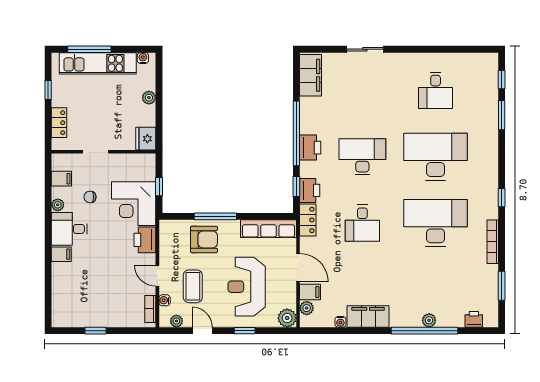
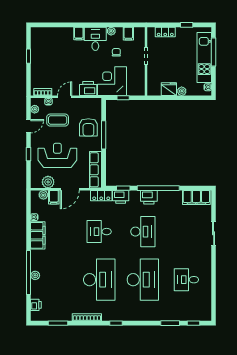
fridge: (146, 139) -> (169, 89), moved
plant: (287, 318) -> (48, 182), moved

